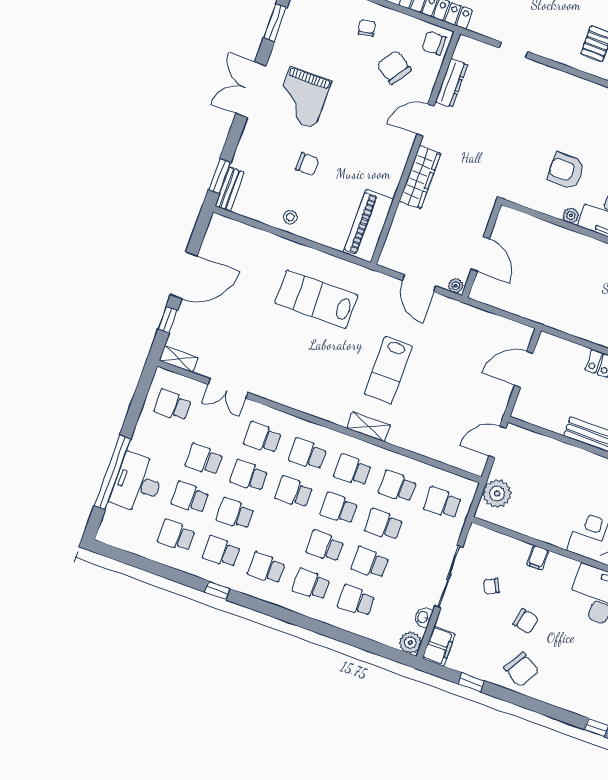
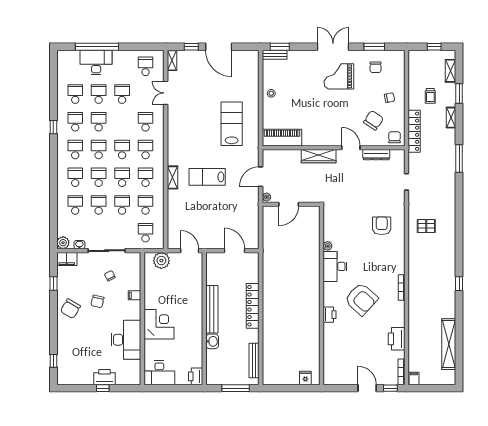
chair: (307, 164) -> (376, 67), moved
armchair: (566, 171) -> (382, 226), moved
school desk: (249, 476) -> (99, 149), moved

